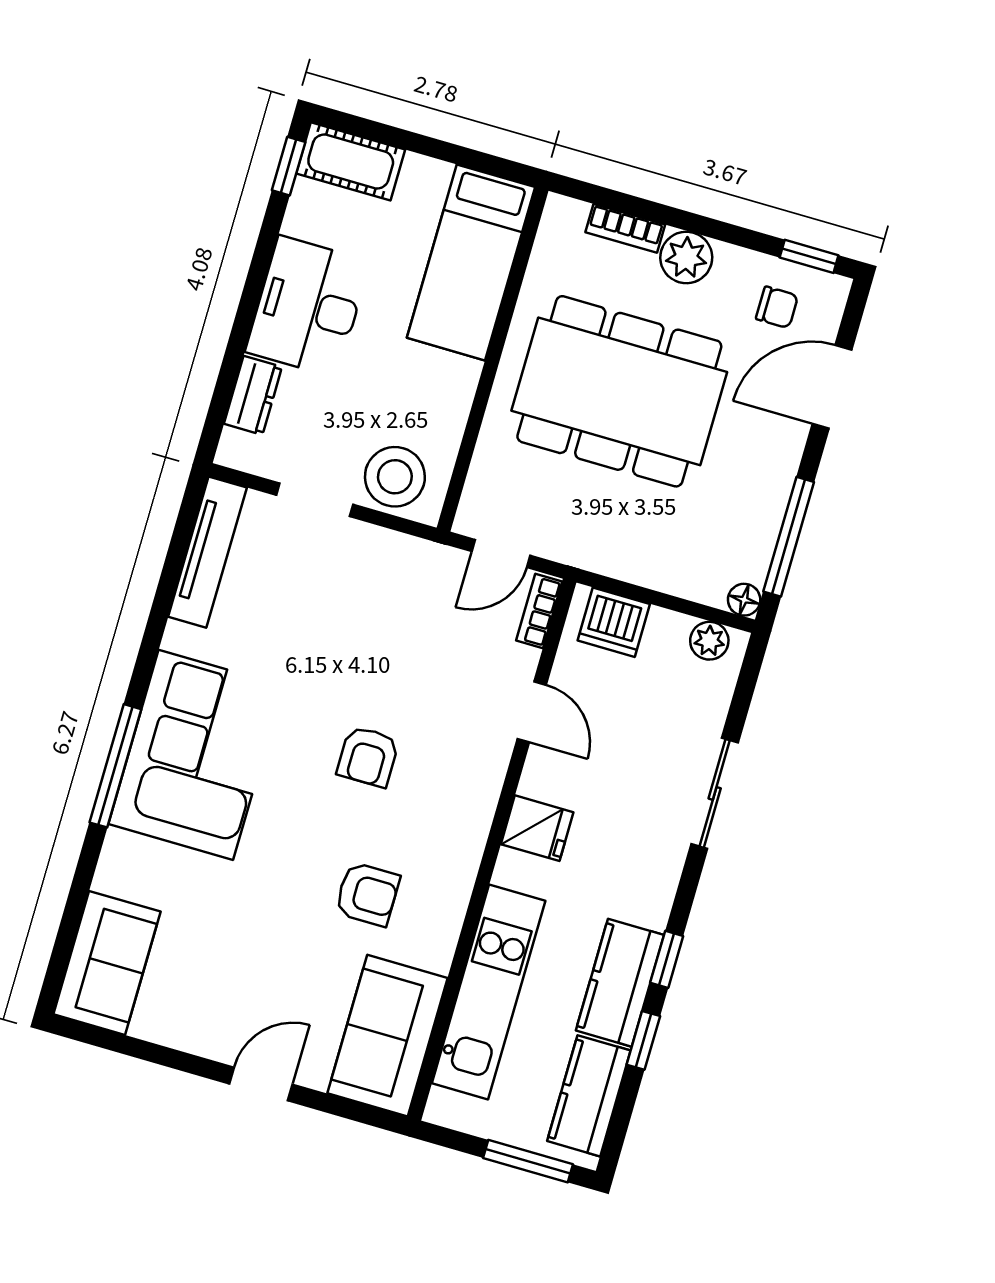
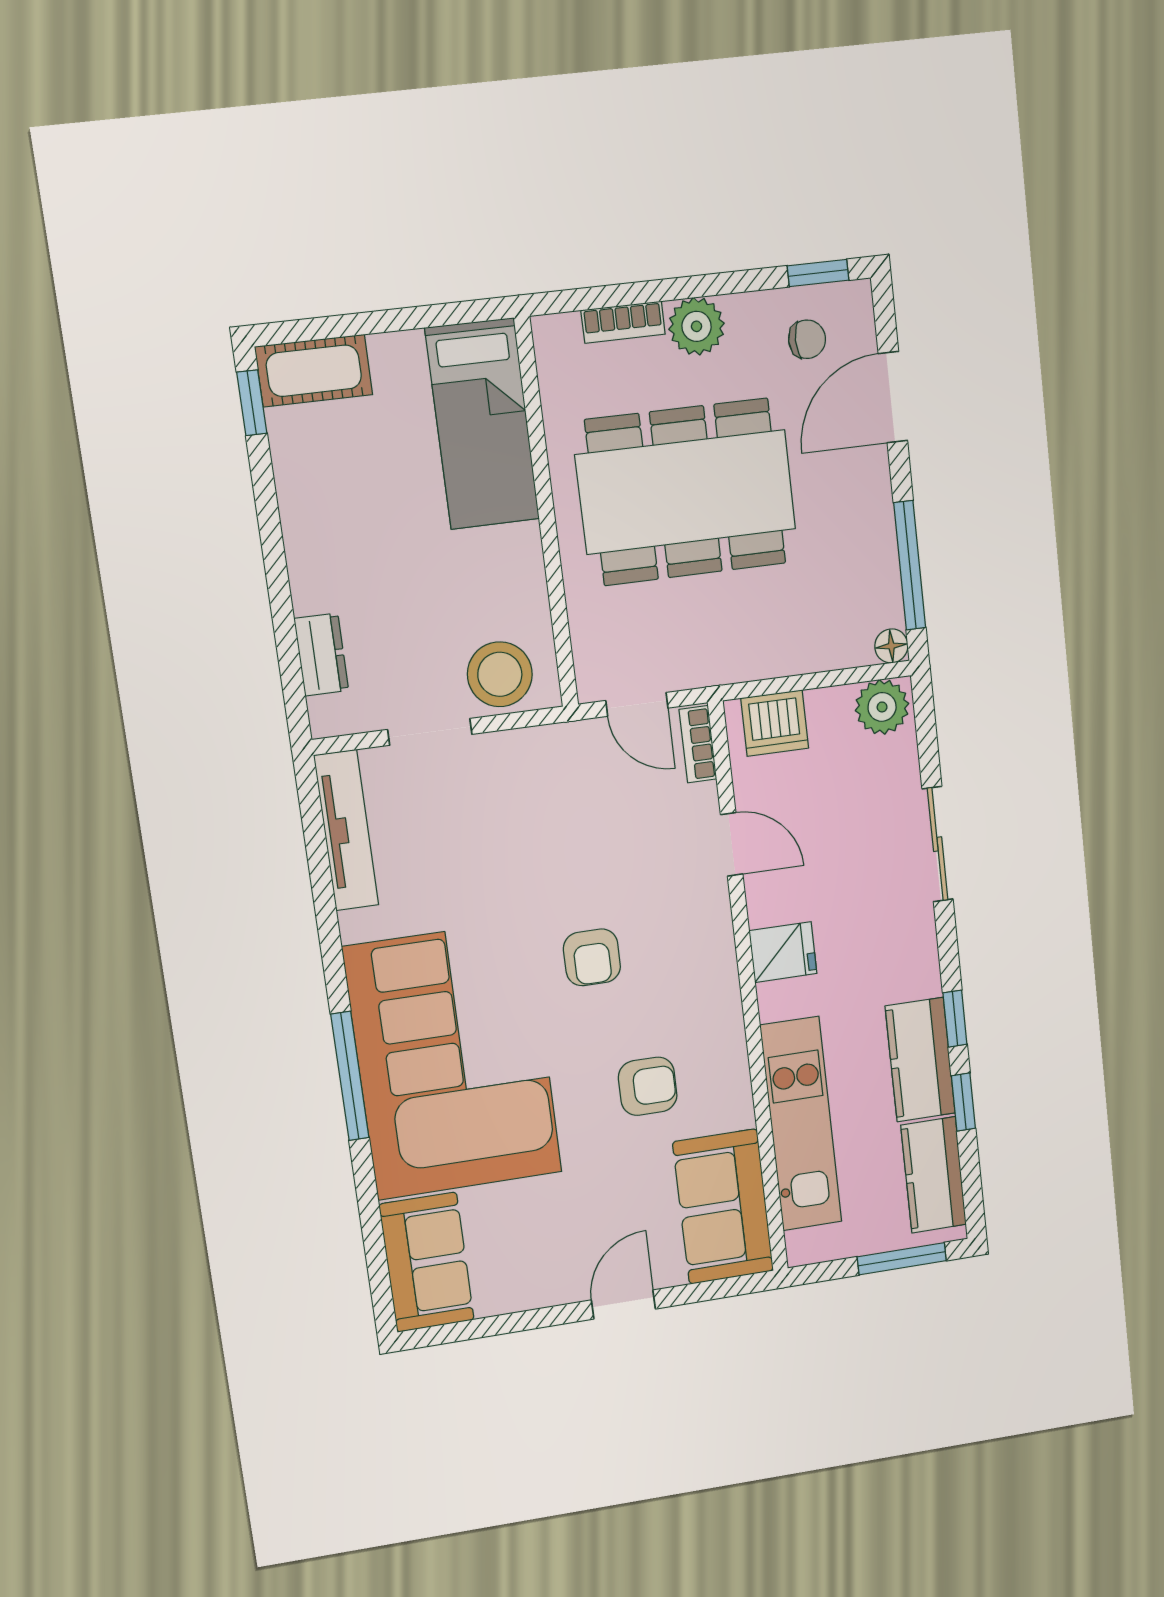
desk: (308, 307) -> (337, 540), removed
door: (501, 553) -> (637, 704), hinge flipped
plant: (709, 641) -> (882, 707), width x1.38, depth x1.38
corner sofa: (196, 755) -> (453, 1061), width x1.36, depth x1.36

